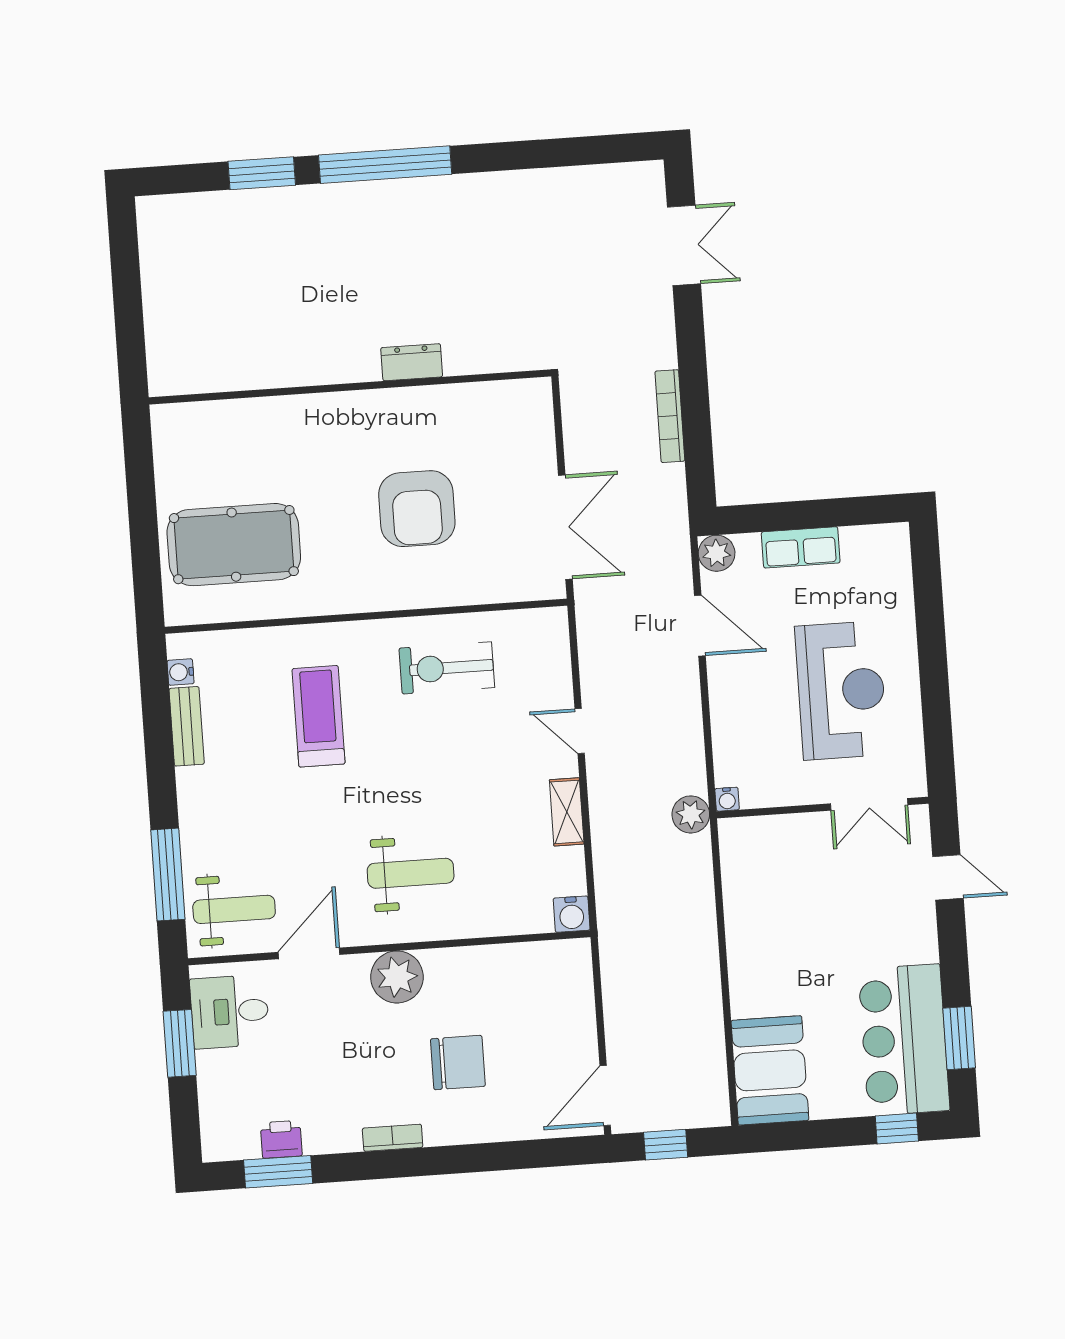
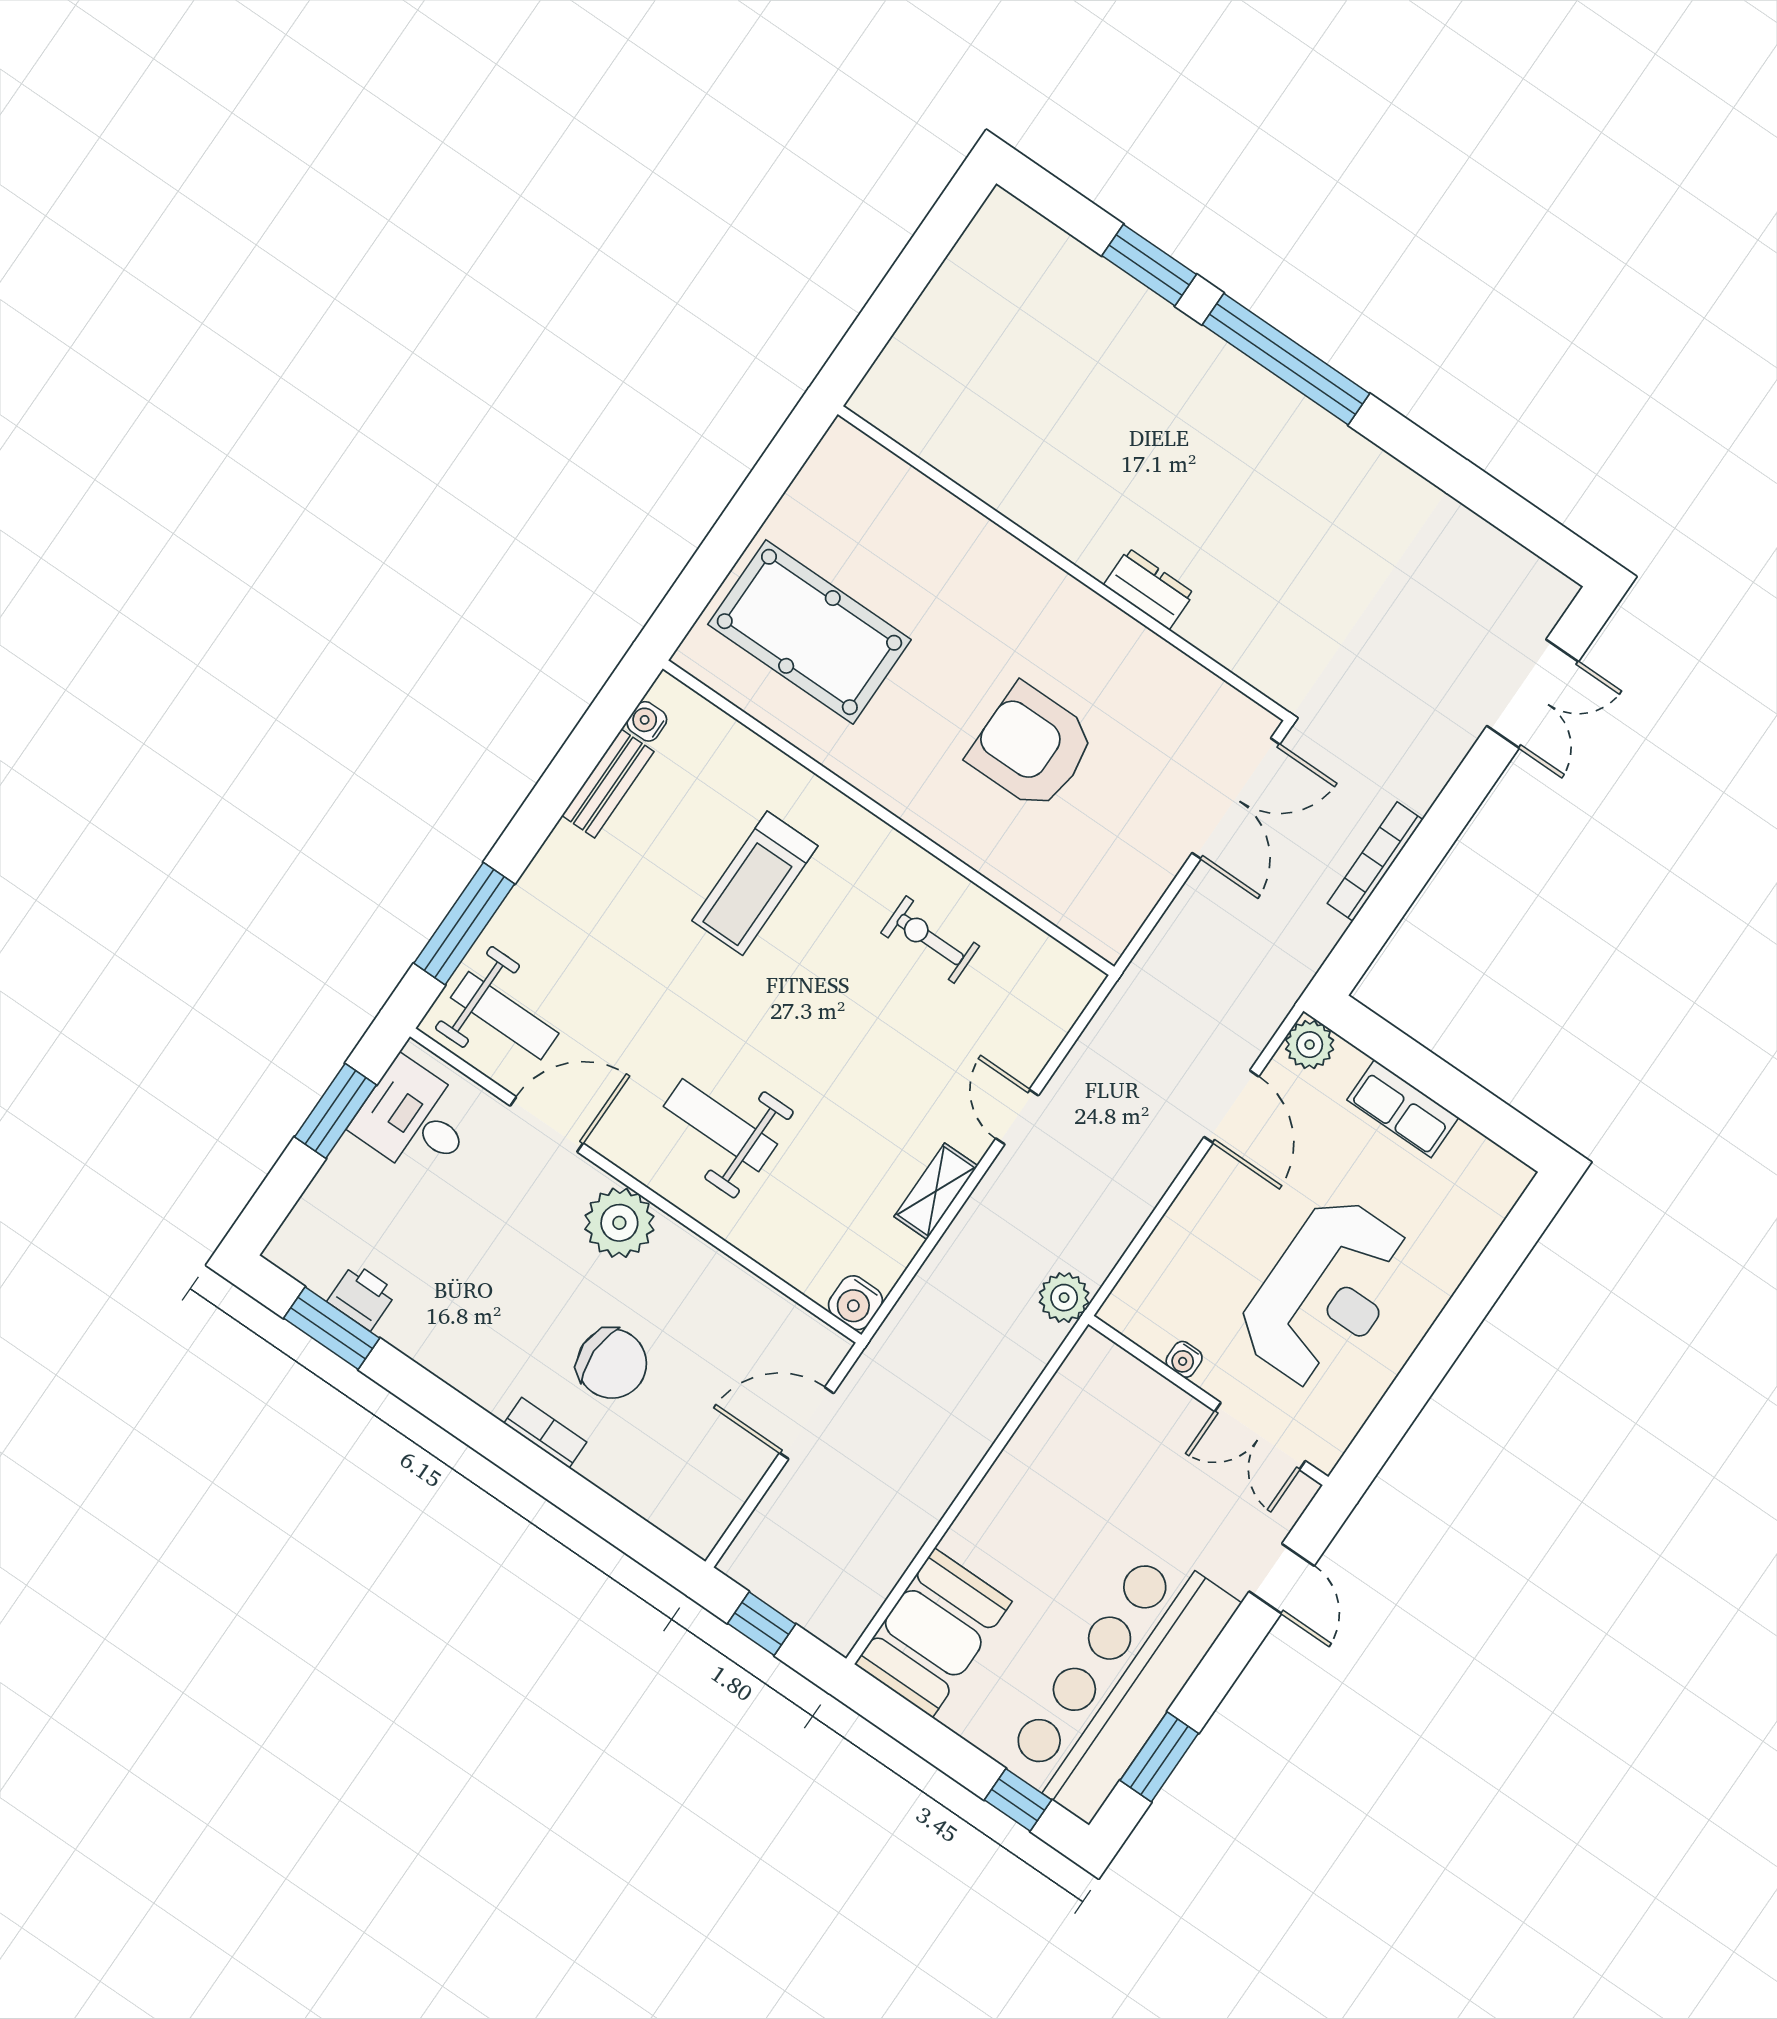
armchair: (417, 509) -> (1032, 747), turned 90
double door: (565, 527) -> (1236, 799), moved
exercise bike: (447, 668) -> (930, 940), width x0.73, depth x0.72
treadmill: (319, 716) -> (755, 883), turned 180
water cooler: (727, 799) -> (1184, 1359), moved
weight bench: (411, 873) -> (720, 1125), turned 180
bar counter: (904, 1040) -> (1120, 1683), width x1.36
door: (605, 1095) -> (807, 1423), moved
bookcase: (393, 1138) -> (545, 1433), moved

